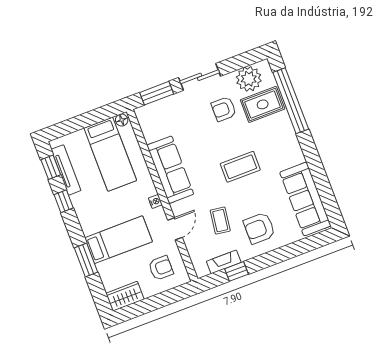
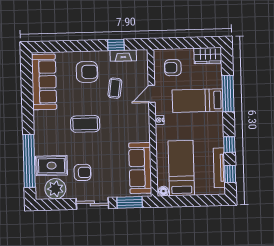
sofa: (170, 170) -> (140, 168), moved
window: (86, 260) -> (228, 94), width x1.44

